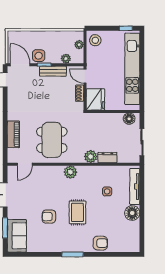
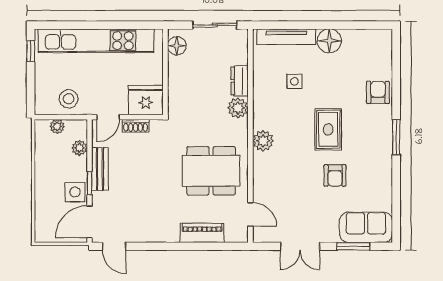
stool: (95, 40) -> (69, 99), moved
rug: (77, 212) -> (328, 129), turned 90

